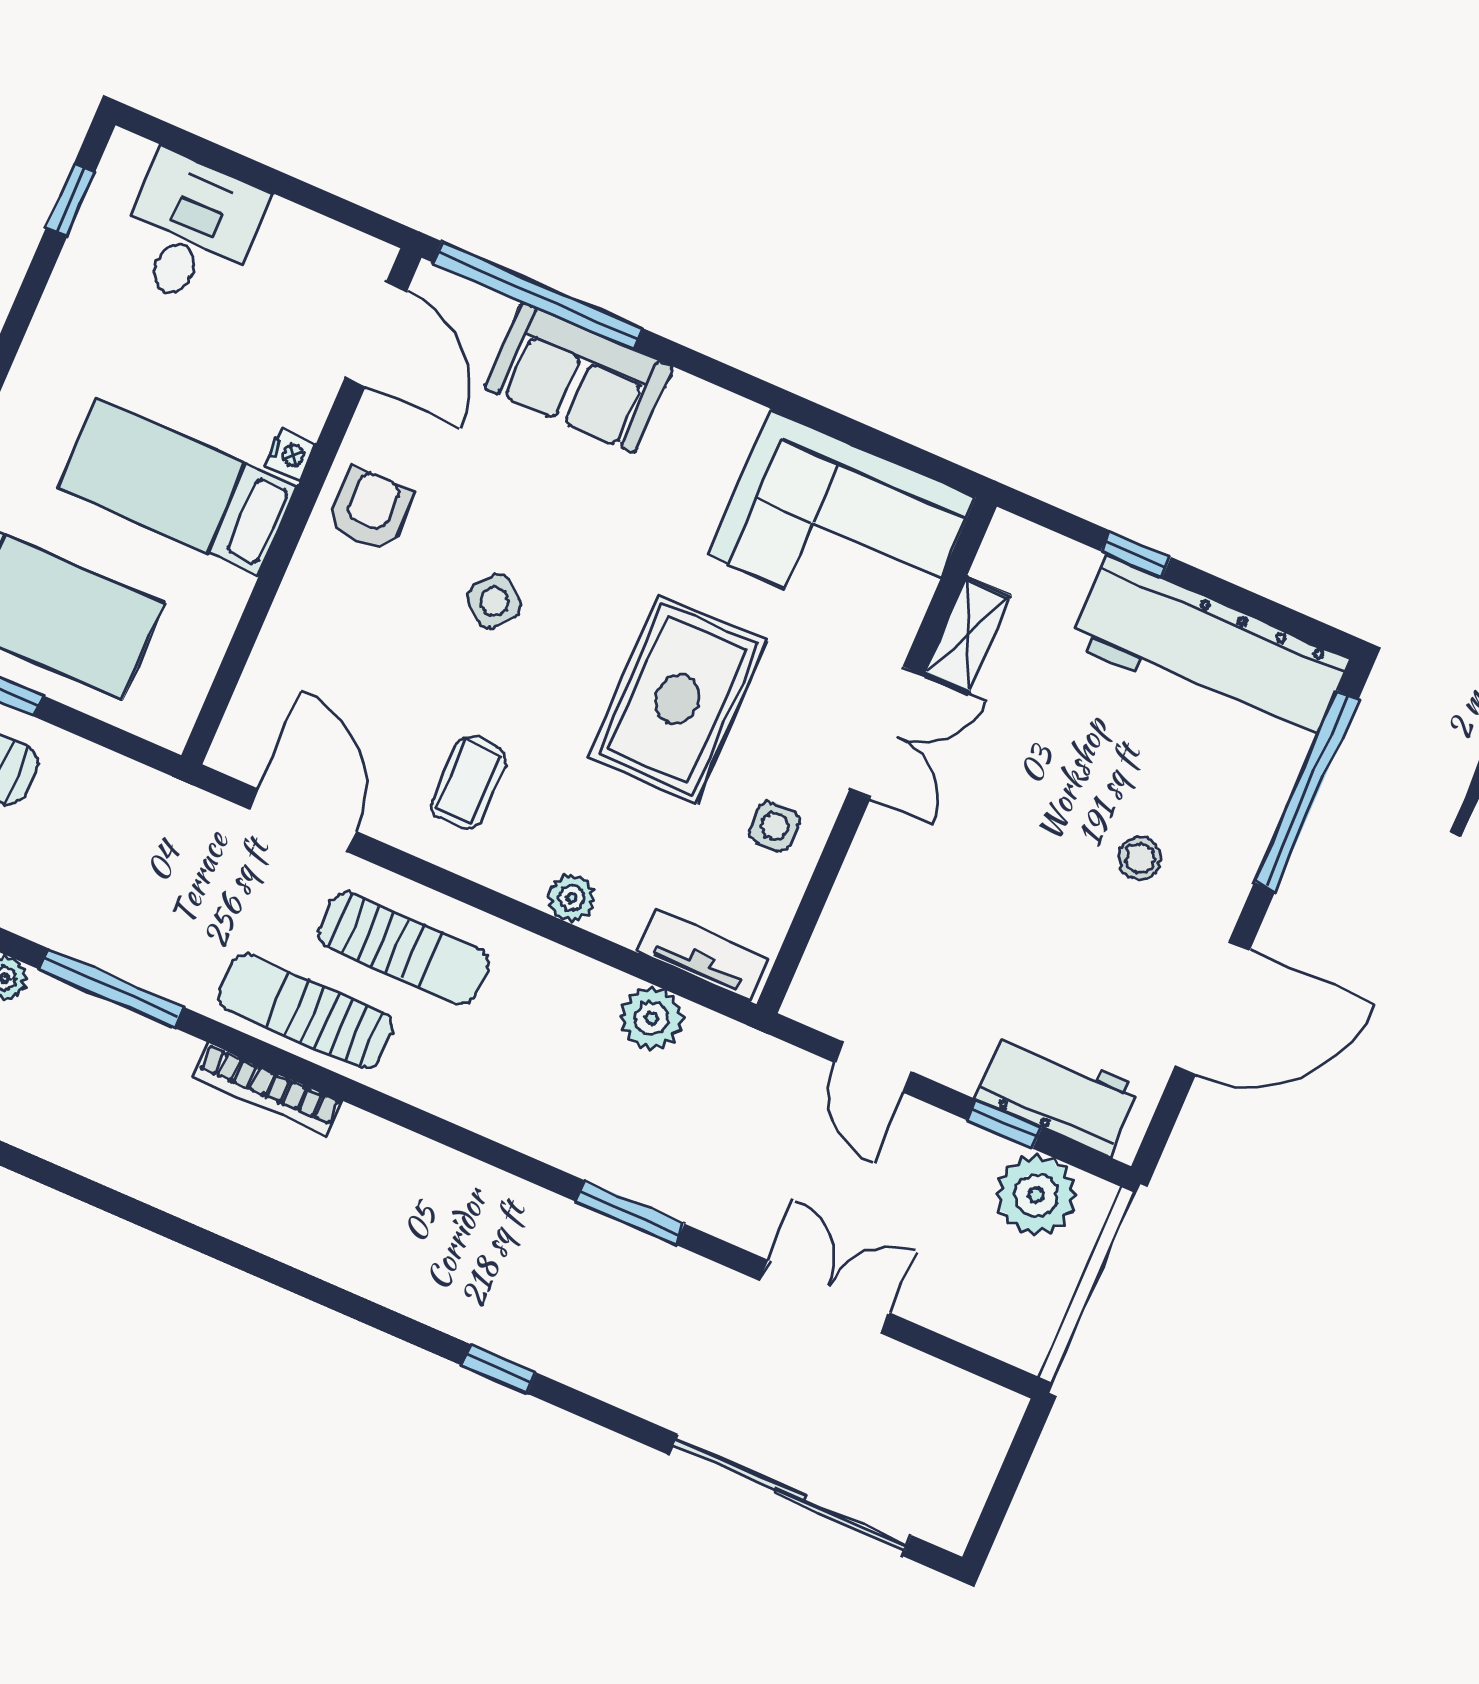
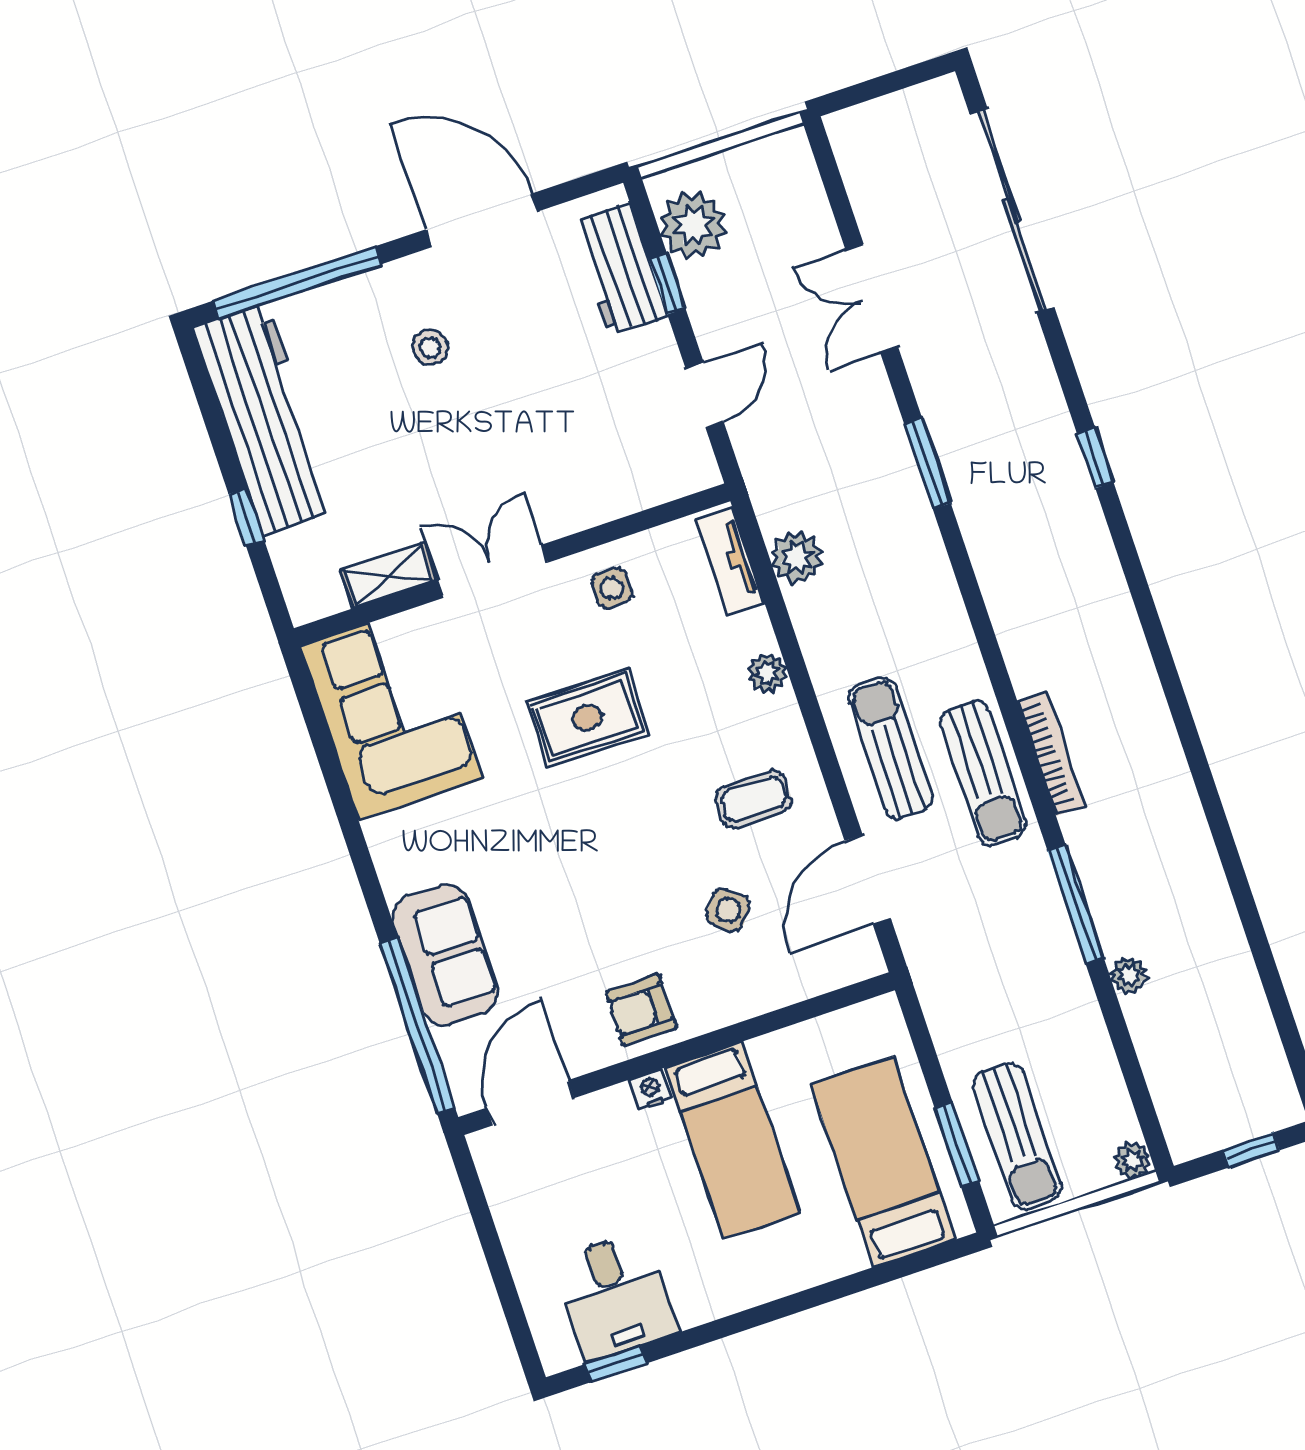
desk: (190, 230) -> (615, 1296), moved, turned -90
side table: (494, 601) -> (728, 910), moved
rug: (677, 699) -> (587, 718), width x0.73, depth x0.70

